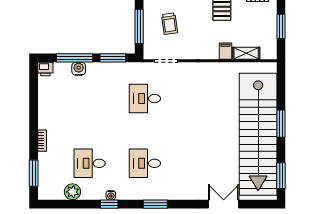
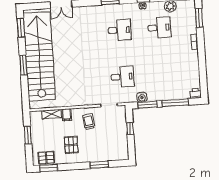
trolley: (170, 24) -> (89, 122), moved
window: (139, 26) -> (130, 128), width x0.46
water cooler: (79, 69) -> (142, 97), moved

